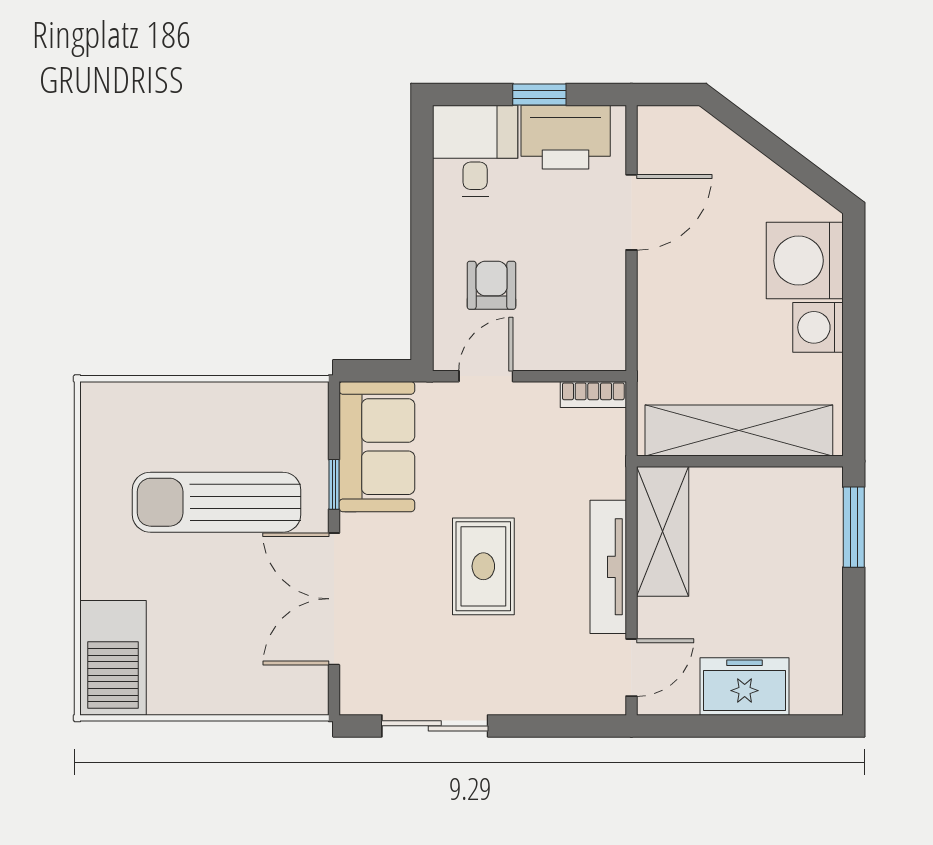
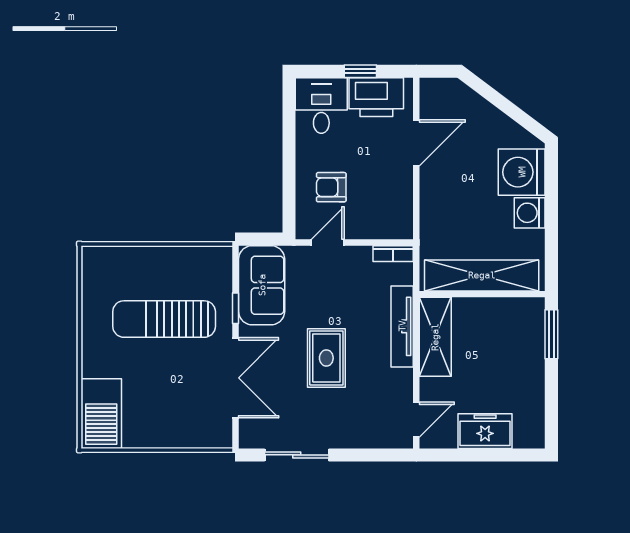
armchair: (491, 285) -> (331, 187), turned -90
tv unit: (608, 567) -> (402, 326), moved
double door: (334, 599) -> (236, 378), swing flipped

